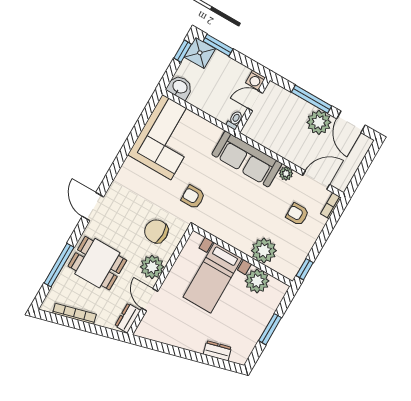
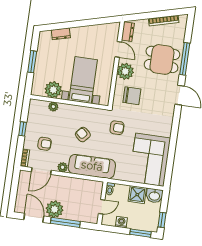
shower: (200, 53) -> (137, 195), moved
washing machine: (255, 80) -> (121, 222), moved
armchair: (242, 206) -> (83, 135), added
plant: (264, 251) -> (53, 107), width x0.53, depth x0.53
window: (59, 265) -> (185, 59), moved
window: (305, 269) -> (23, 129), moved

